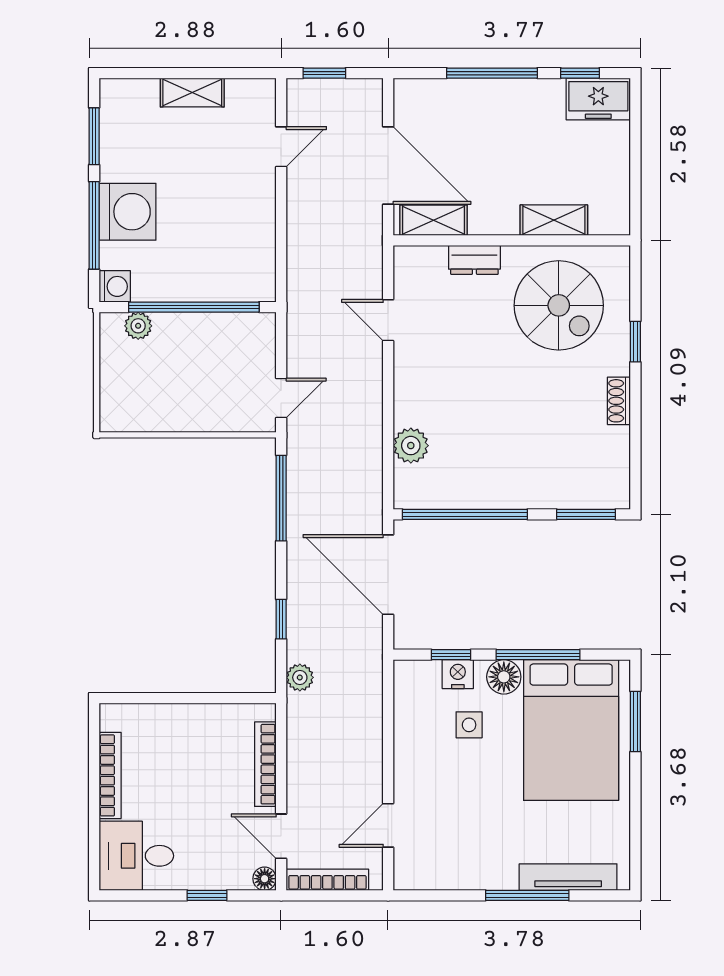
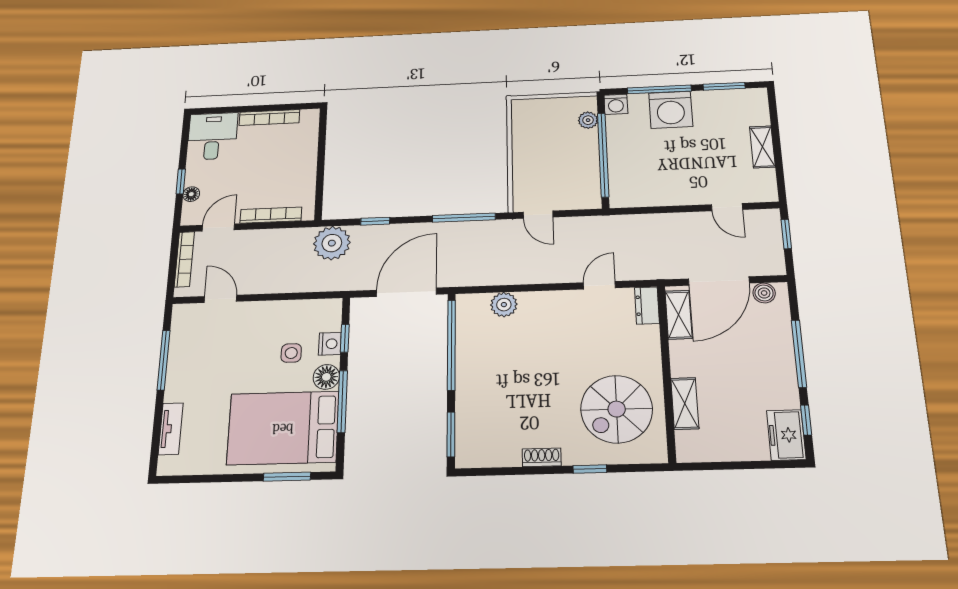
boiler: (407, 109) -> (764, 293), added
dresser: (474, 260) -> (647, 305), moved
plant: (300, 677) -> (332, 243), width x1.88, depth x1.88
tv unit: (568, 877) -> (171, 429), width x0.71
floor lamp: (265, 879) -> (191, 194), moved
window: (527, 895) -> (163, 360), moved

